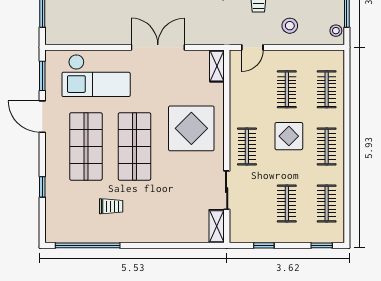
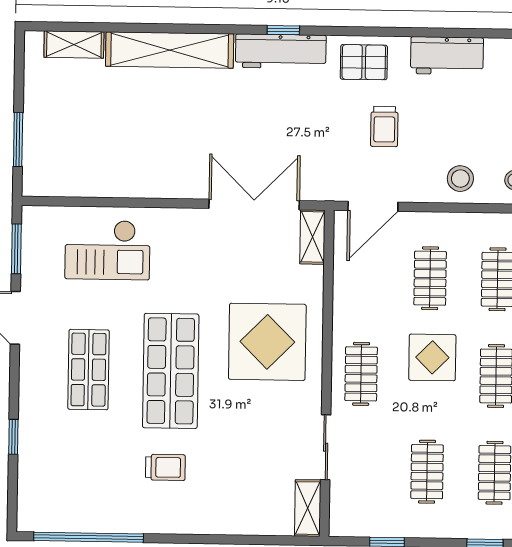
stool: (290, 26) -> (460, 179), moved
double door: (158, 47) -> (254, 205), moved
door: (252, 47) -> (373, 206), width x1.38
checkout: (96, 76) -> (107, 250), width x0.73, depth x0.83
shop shelf: (86, 146) -> (88, 370), width x0.70, depth x0.74
trolley: (111, 206) -> (165, 467), moved

